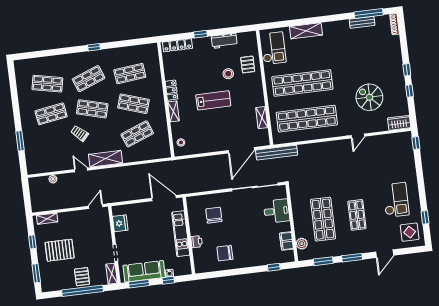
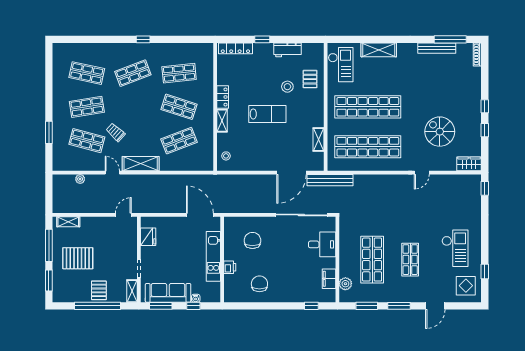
bench: (362, 22) -> (437, 48), width x1.36
shop shelf: (92, 109) -> (87, 141), moved
window: (32, 242) -> (49, 245), width x2.17
chair: (225, 253) -> (259, 284), turned 90

